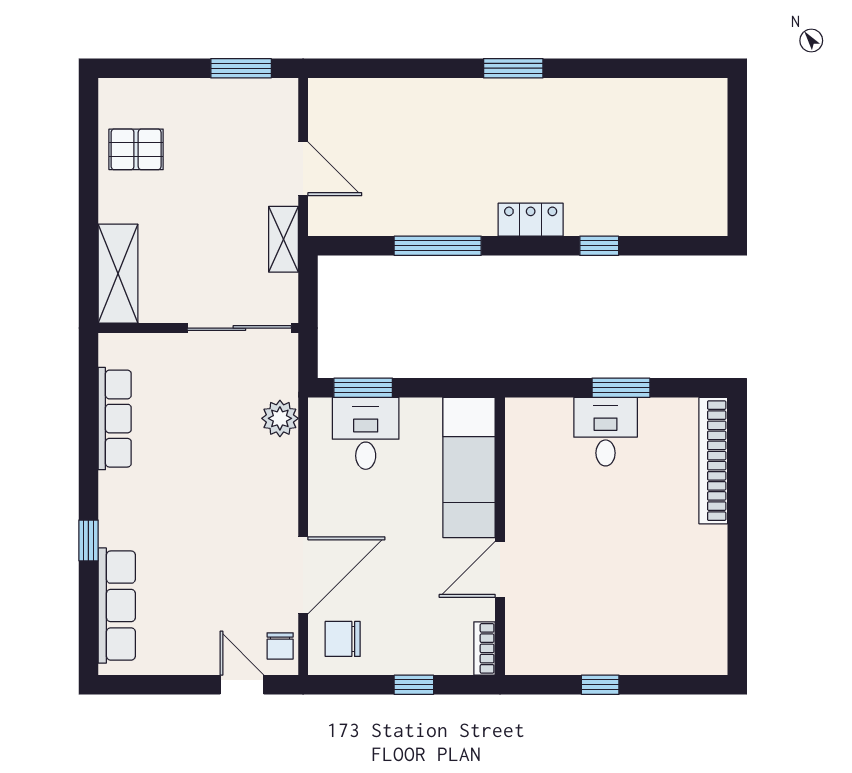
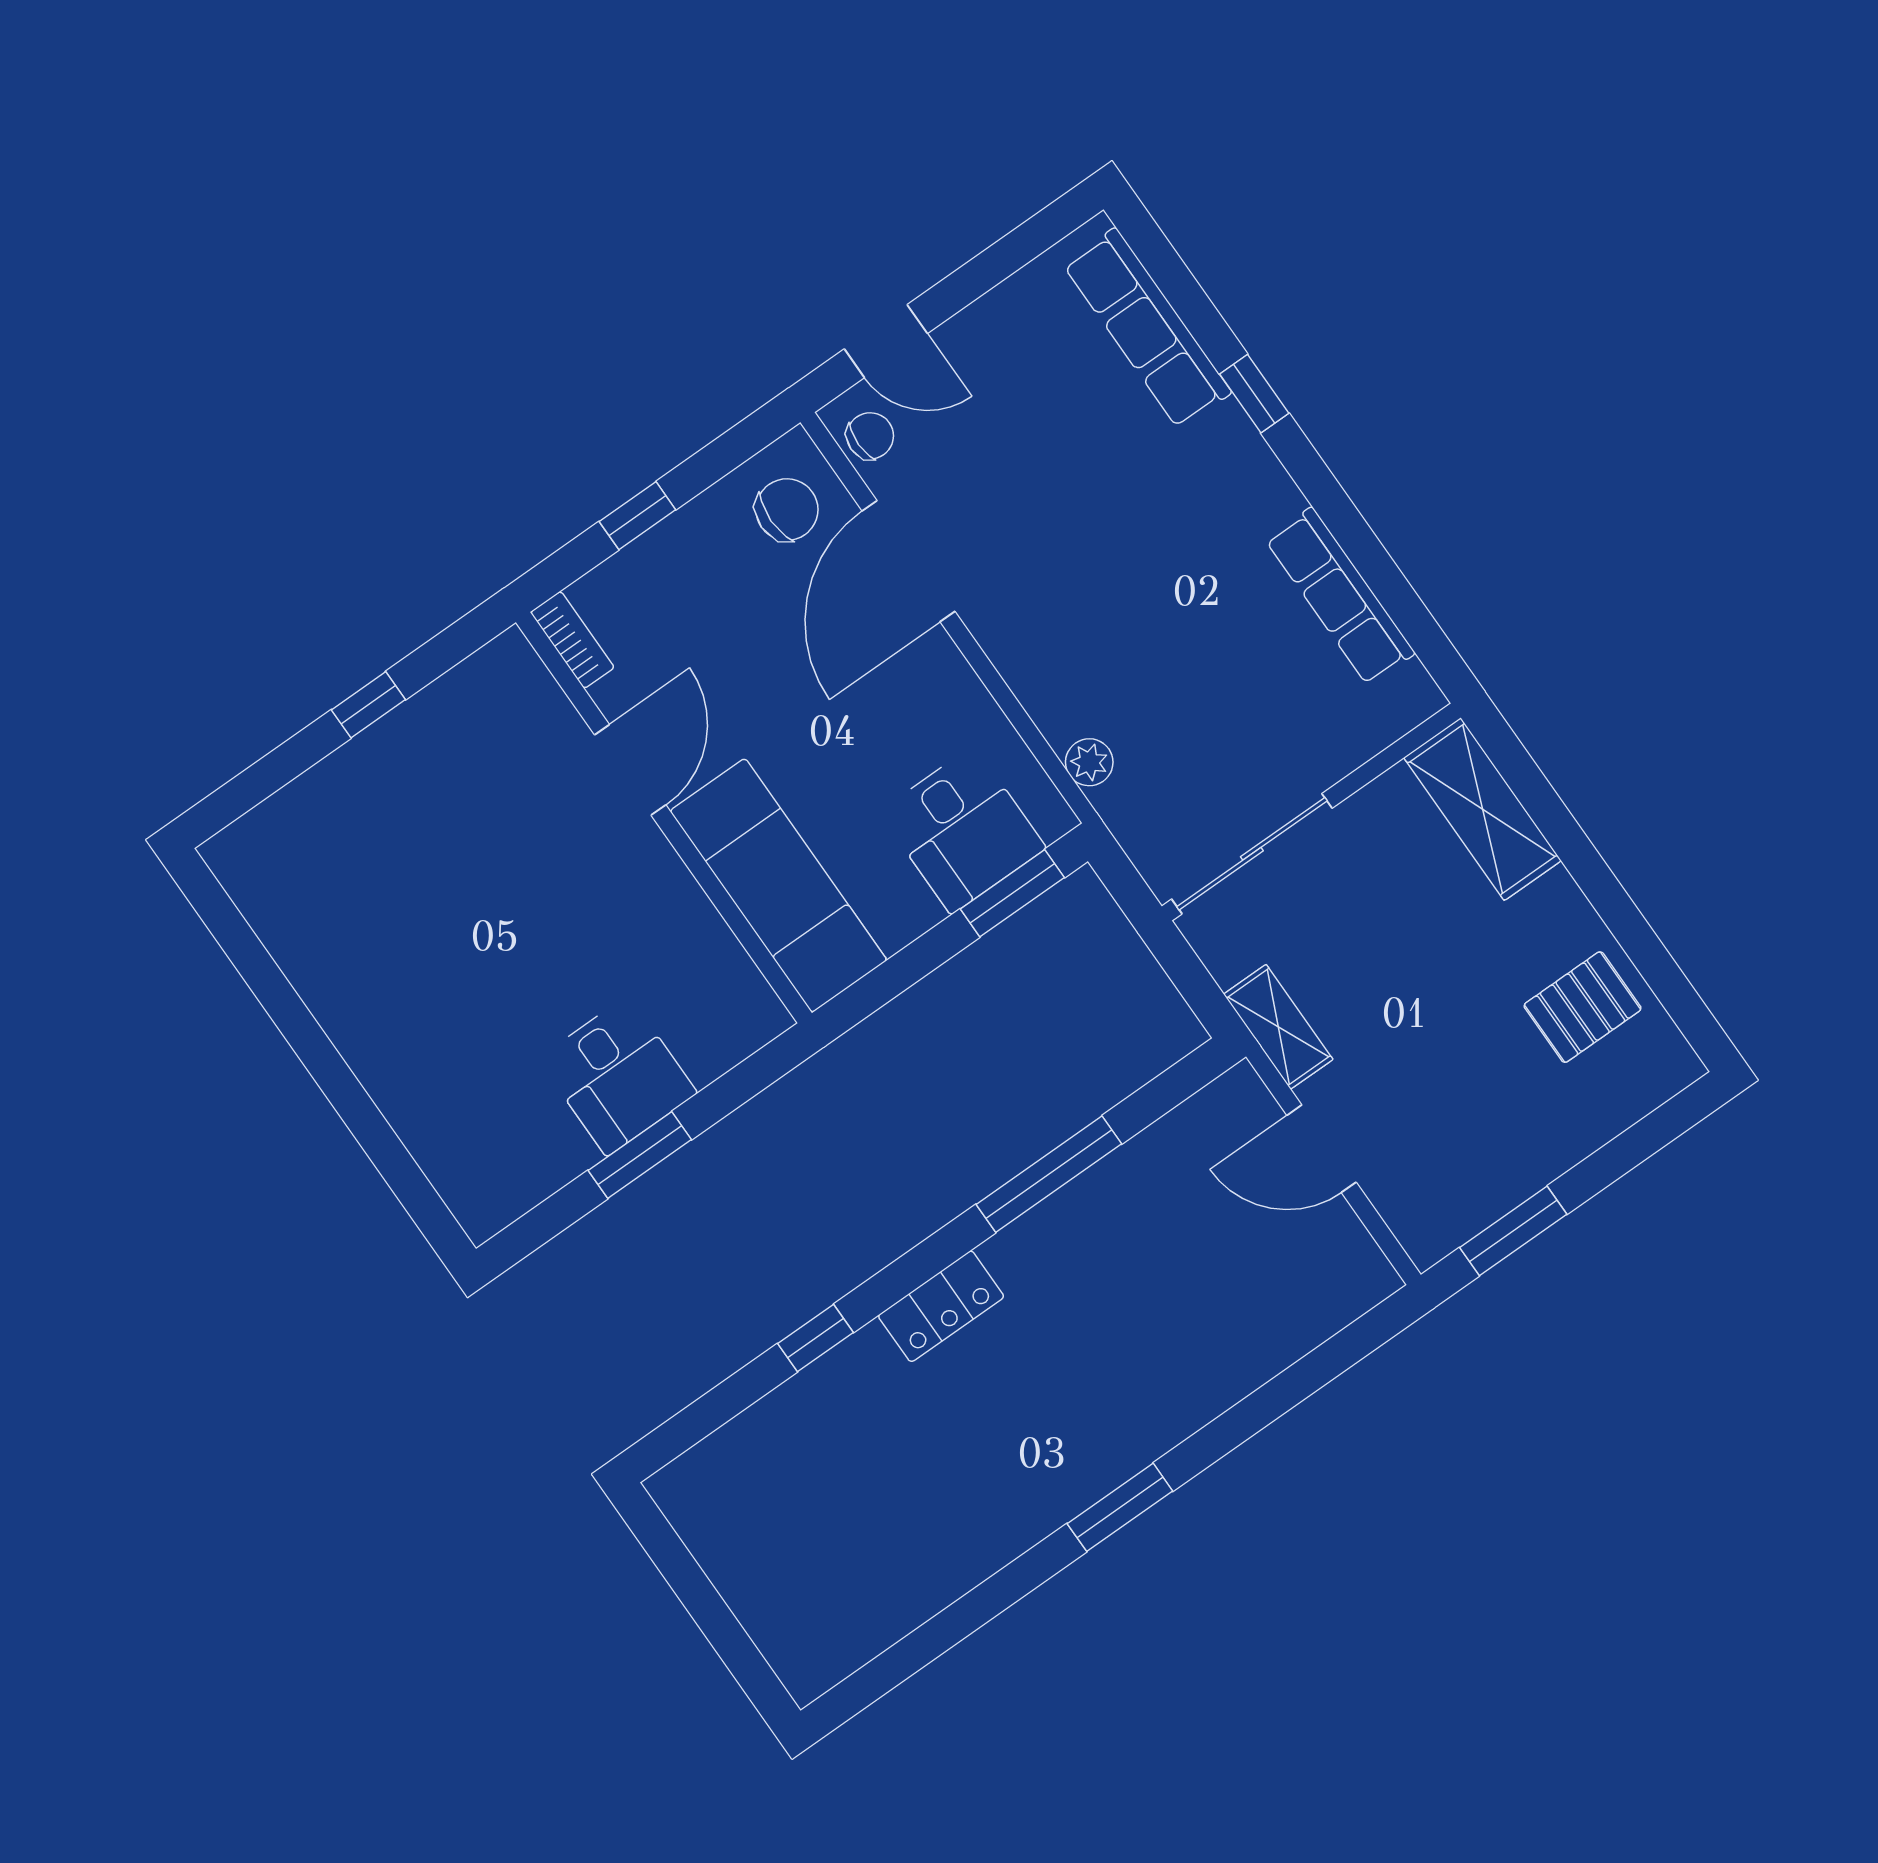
plant: (280, 418) -> (1089, 762), width x0.73, depth x0.73
bookcase: (713, 461) -> (433, 1143), removed
chair: (280, 646) -> (870, 436), turned 90

